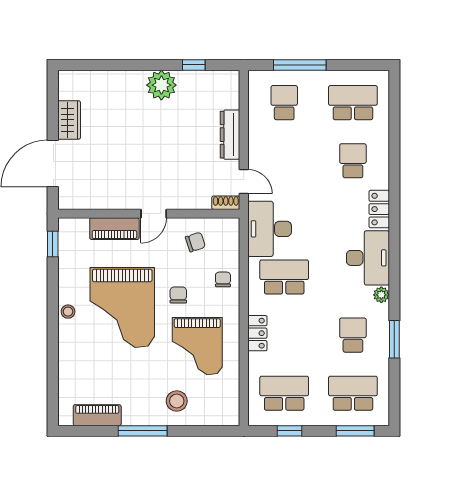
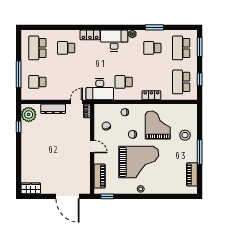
plant: (161, 85) -> (29, 115), moved
wardrobe: (69, 120) -> (31, 188), moved
piano: (114, 229) -> (100, 176), moved
school desk: (284, 277) -> (124, 82), width x0.54
grand piano: (197, 346) -> (158, 125), turned -90

